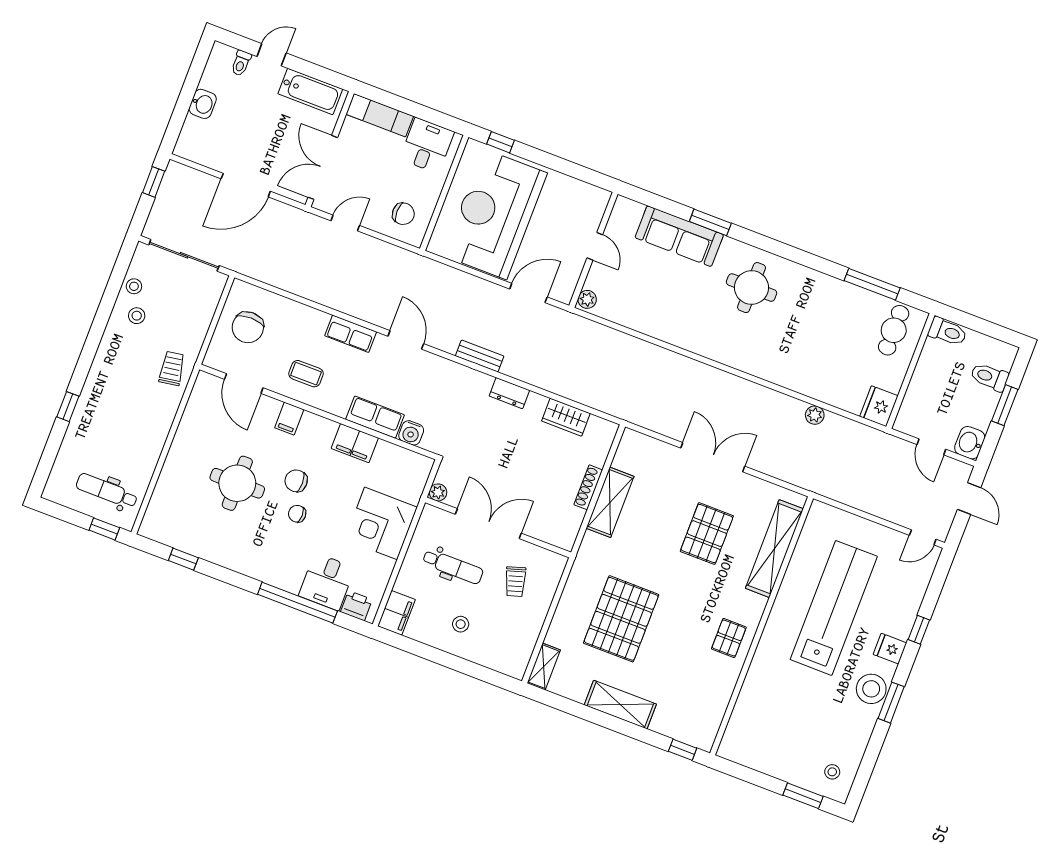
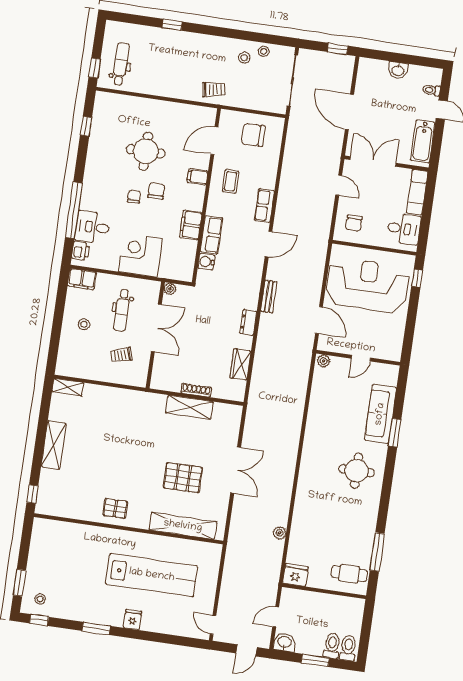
toilet: (947, 332) -> (348, 648), moved, turned 180
pallet: (621, 619) -> (112, 432), removed
window: (919, 630) -> (39, 620), moved
stool: (871, 689) -> (102, 613), removed

